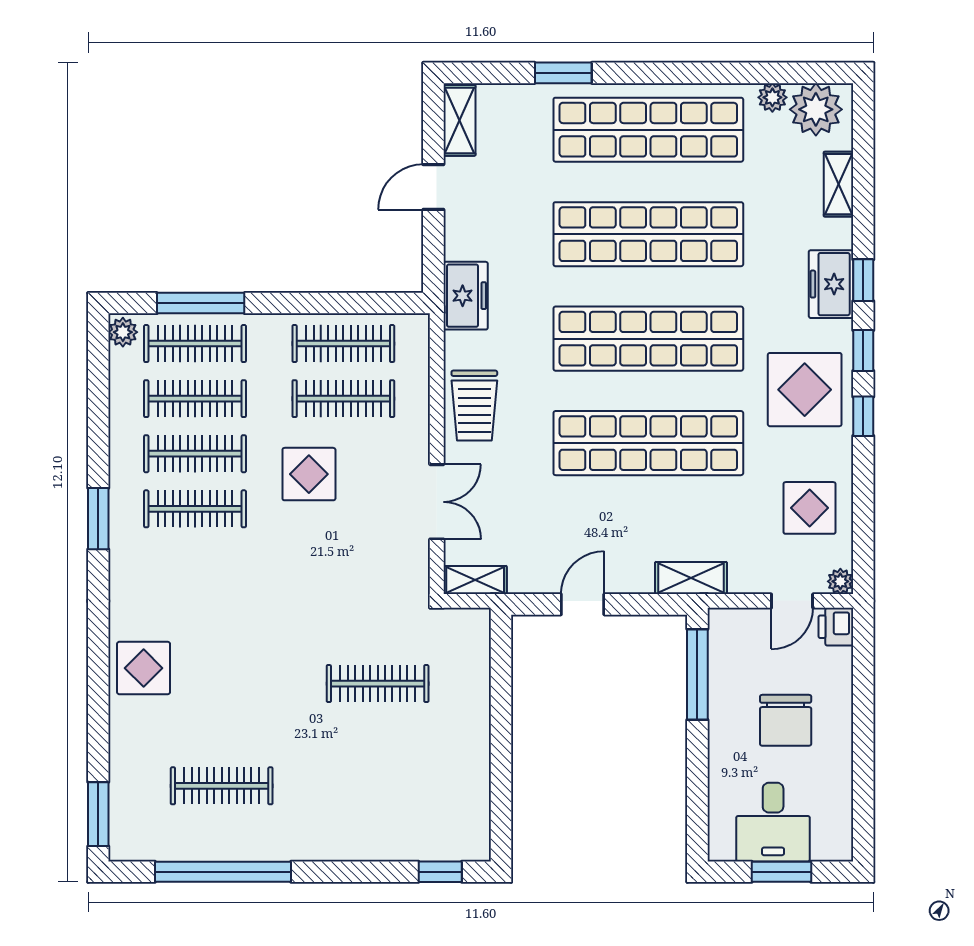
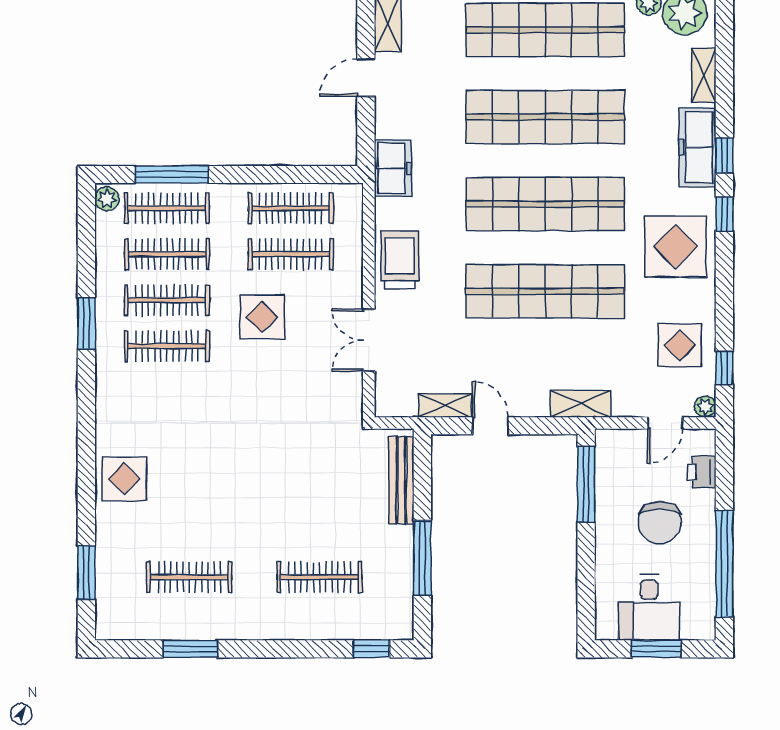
freezer: (831, 284) -> (697, 147), width x1.40
trolley: (474, 406) -> (400, 260), turned 180
window: (863, 416) -> (724, 368), moved
double door: (437, 502) -> (369, 340), swing flipped
window: (98, 519) -> (86, 323), moved
shelving: (475, 580) -> (445, 405), moved
door: (583, 604) -> (490, 426), hinge flipped
printer: (836, 627) -> (702, 472), moved
bench: (476, 670) -> (402, 480), added
clothes rail: (378, 684) -> (319, 577), moved
window: (501, 763) -> (422, 558), added
window: (863, 770) -> (724, 564), added
window: (98, 814) -> (86, 572), moved
window: (223, 872) -> (190, 649), width x0.47

